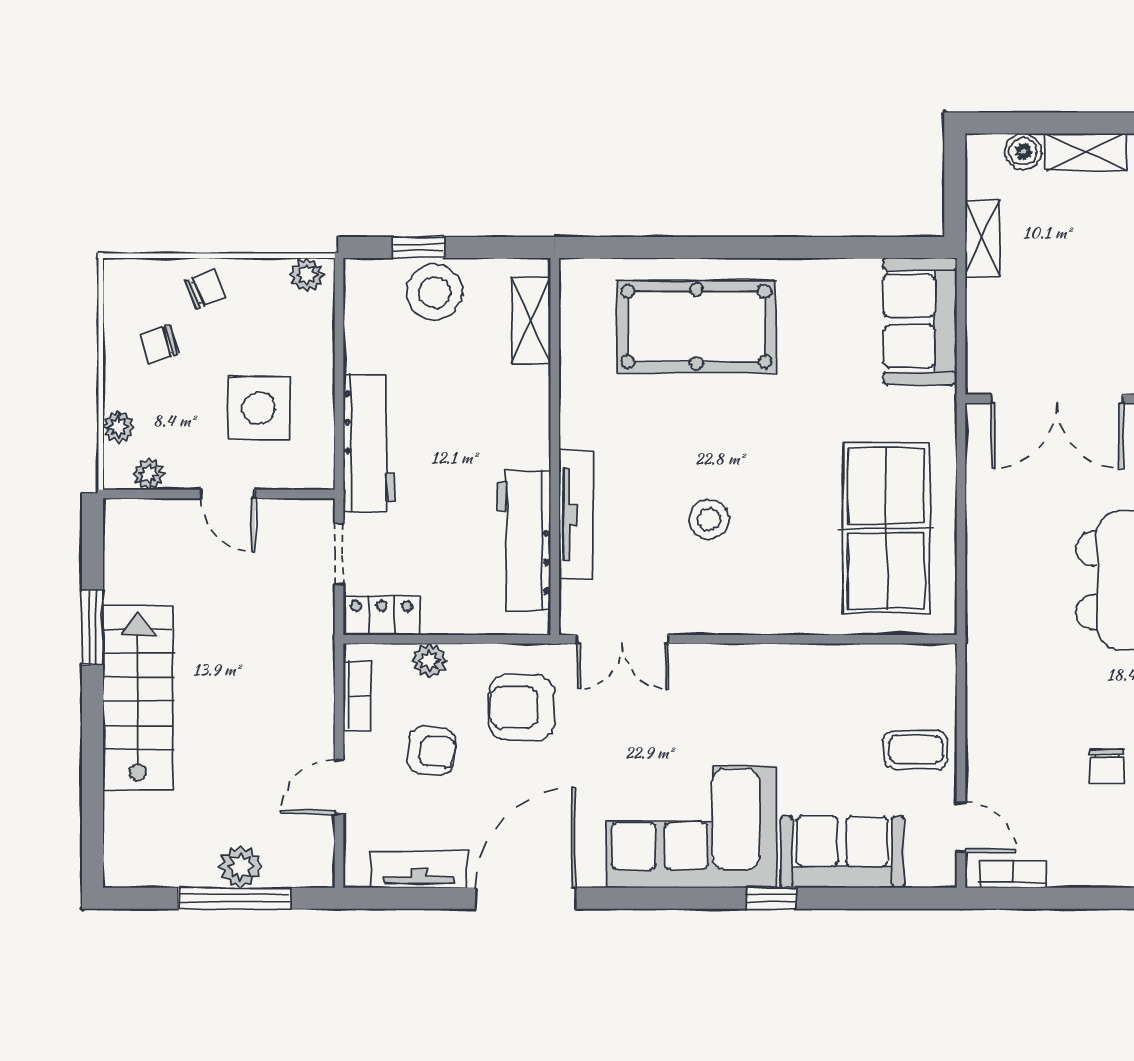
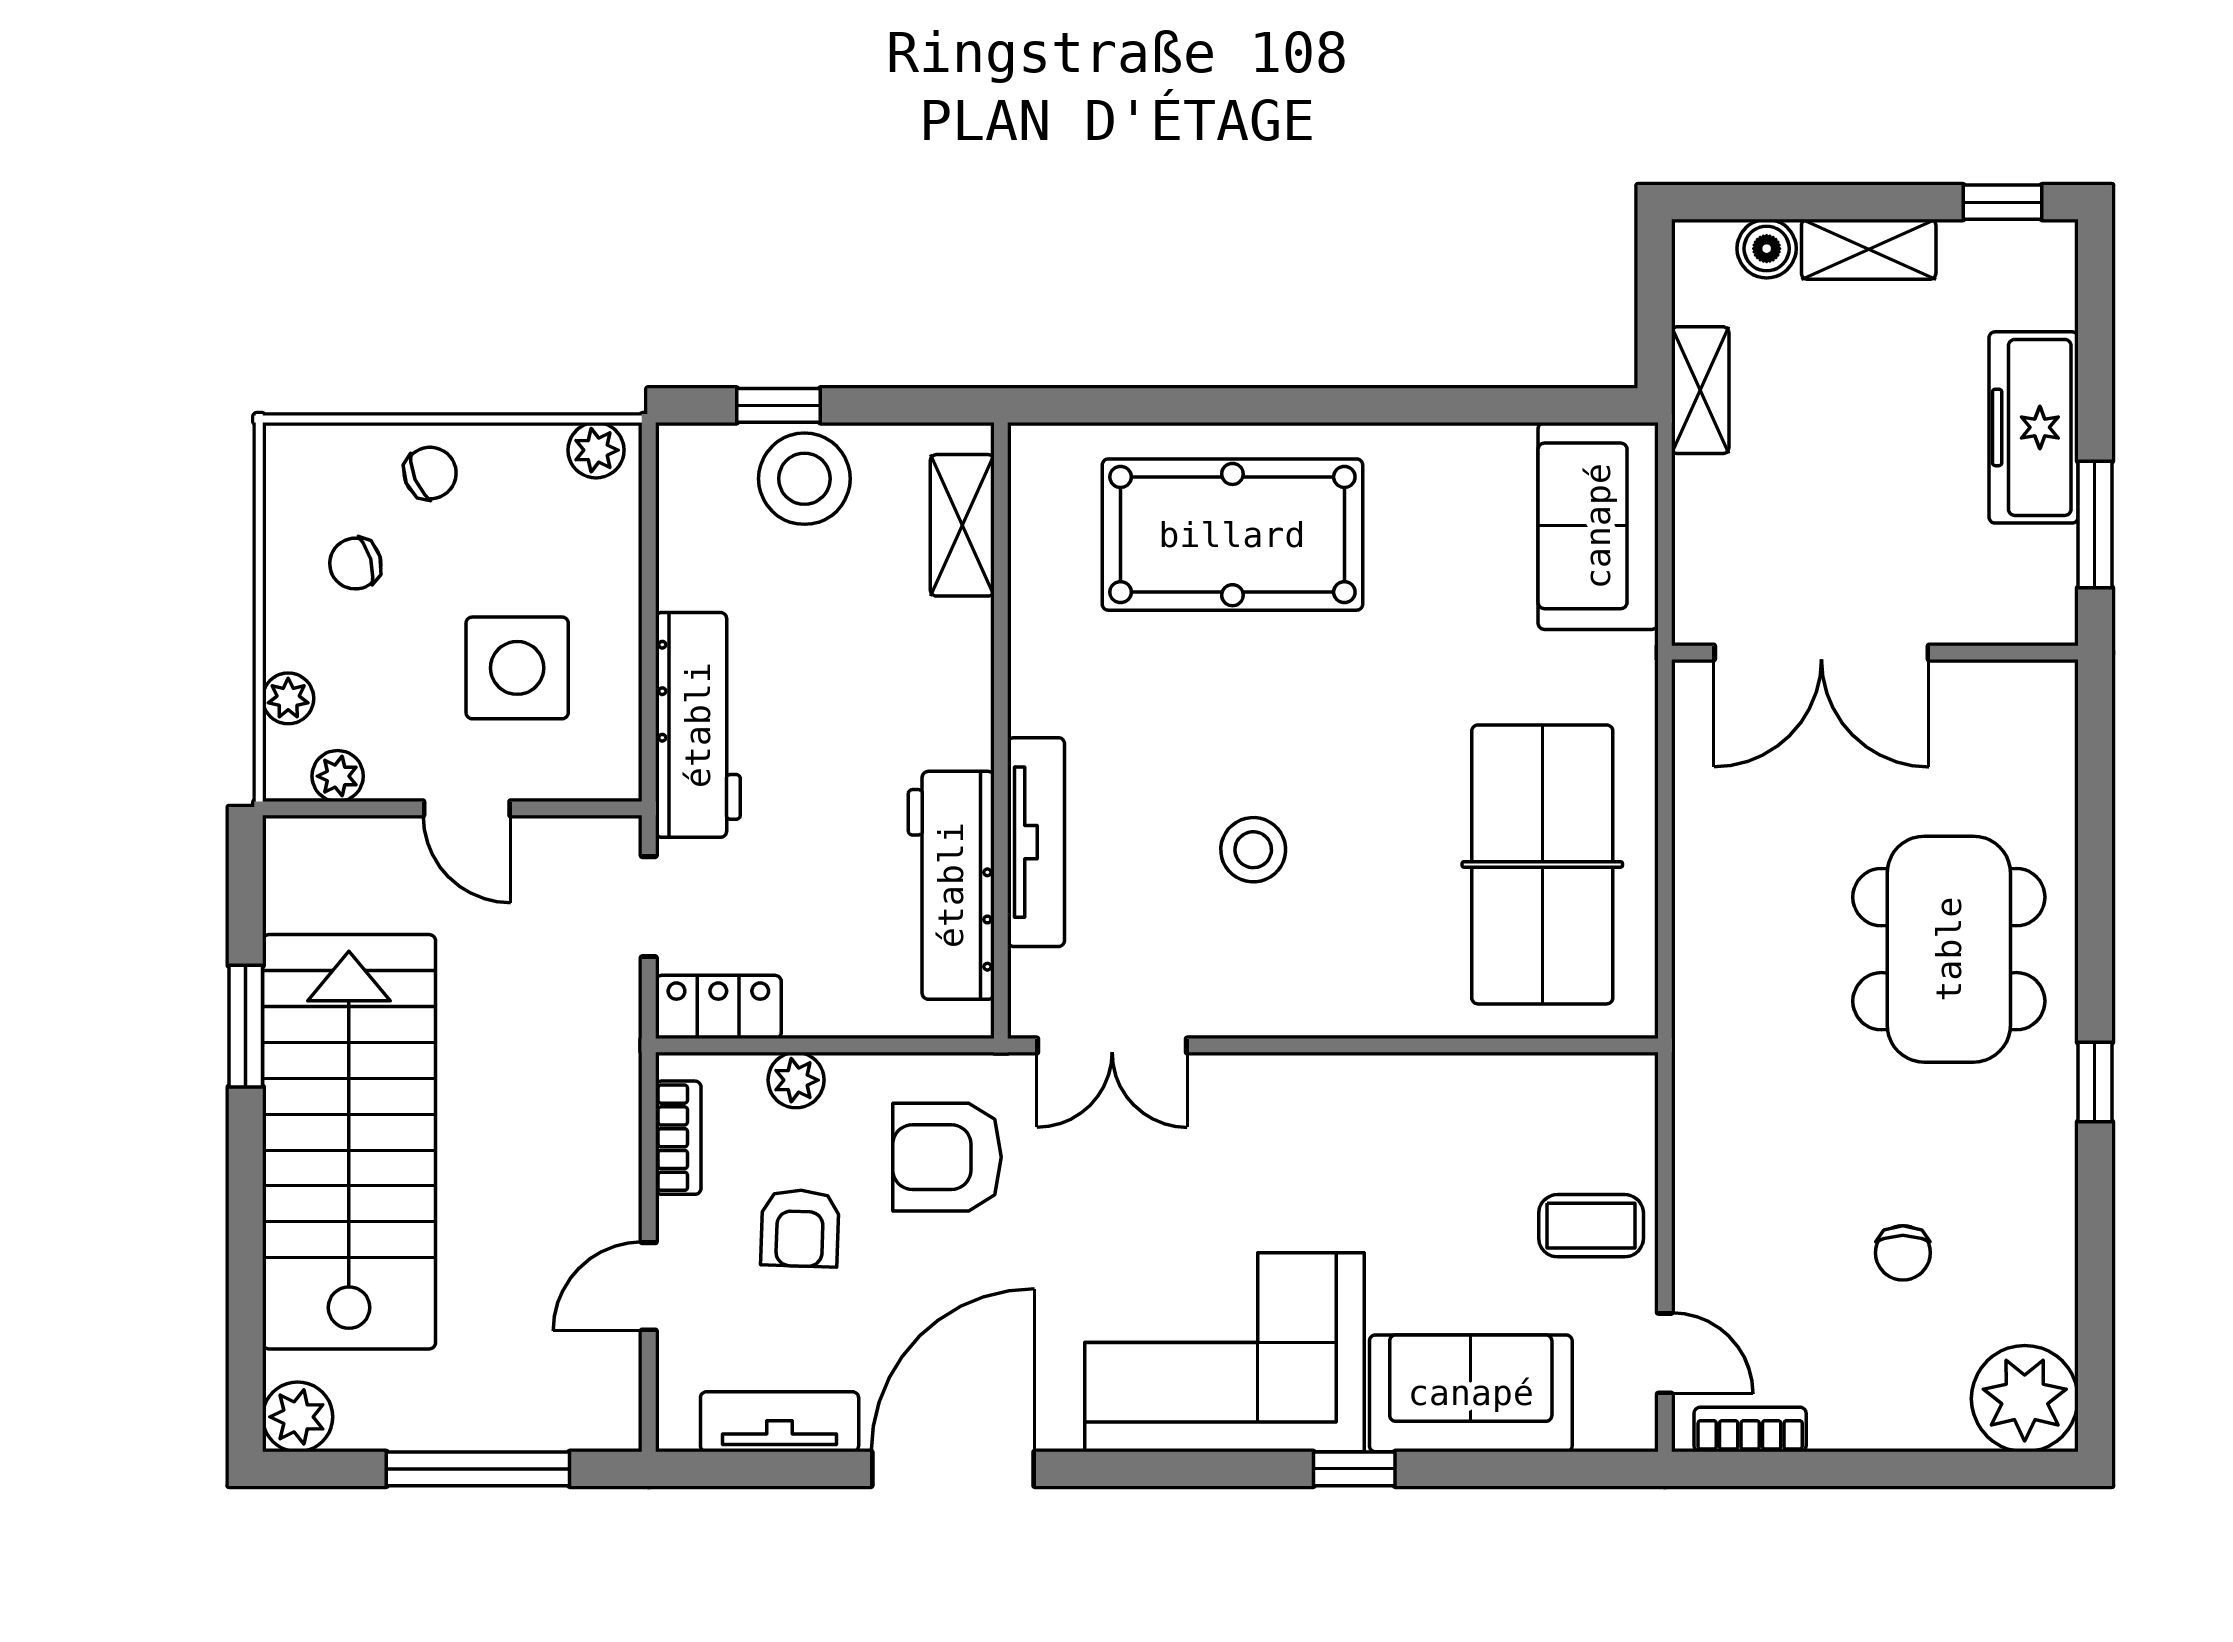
stairs: (138, 698) -> (349, 1142), width x1.36, depth x1.51
armchair: (432, 751) -> (800, 1228), turned 87
plant: (241, 866) -> (298, 1417), moved

